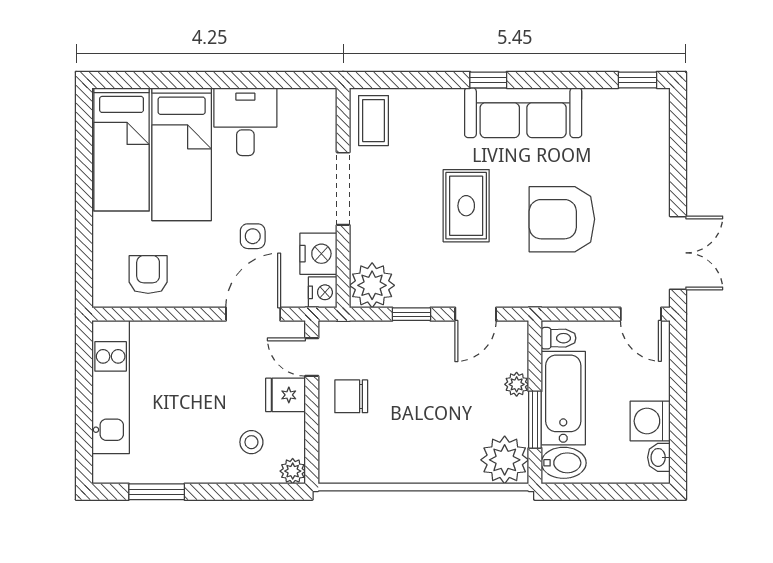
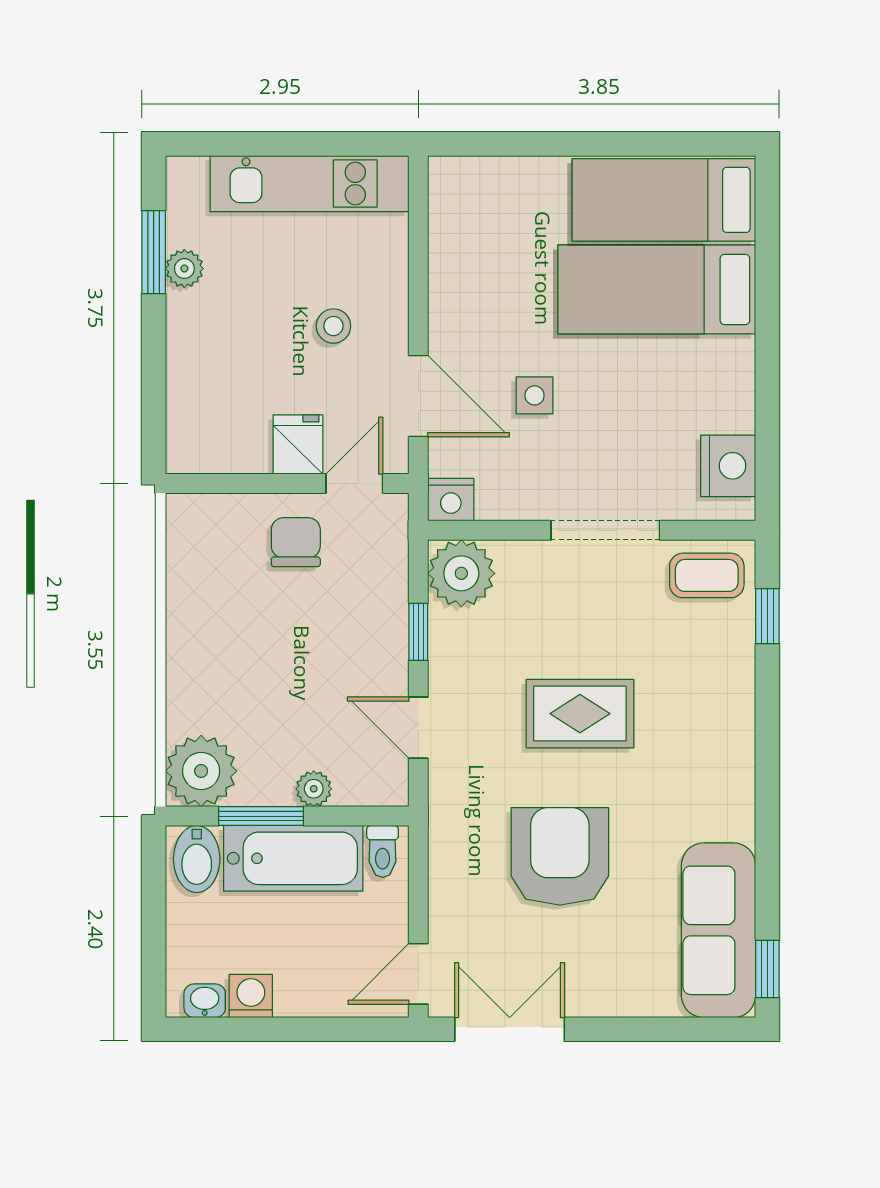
window: (488, 80) -> (767, 616), moved
sofa: (523, 113) -> (719, 930), moved
desk: (245, 122) -> (705, 385), removed
double door: (678, 253) -> (510, 1029), swing flipped
nightstand: (318, 254) -> (728, 466), moved, turned -90
armchair: (148, 274) -> (477, 239), removed
washing machine: (650, 421) -> (251, 996), width x0.73, depth x0.73
stool: (251, 442) -> (333, 326), moved
plant: (293, 471) -> (184, 269), moved

